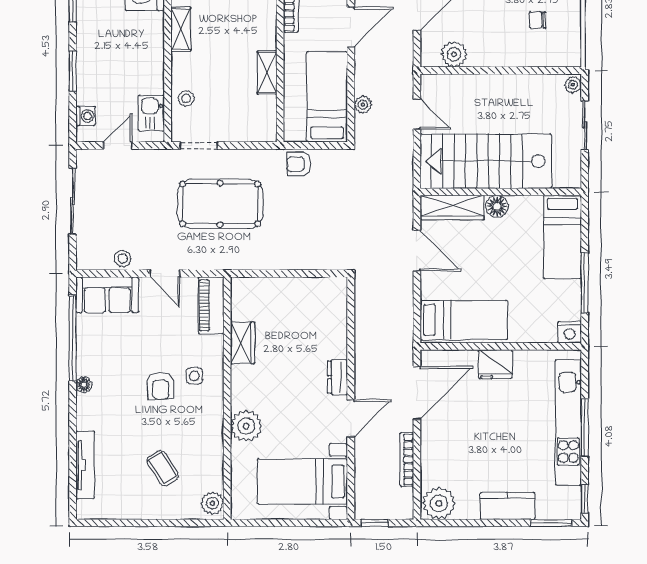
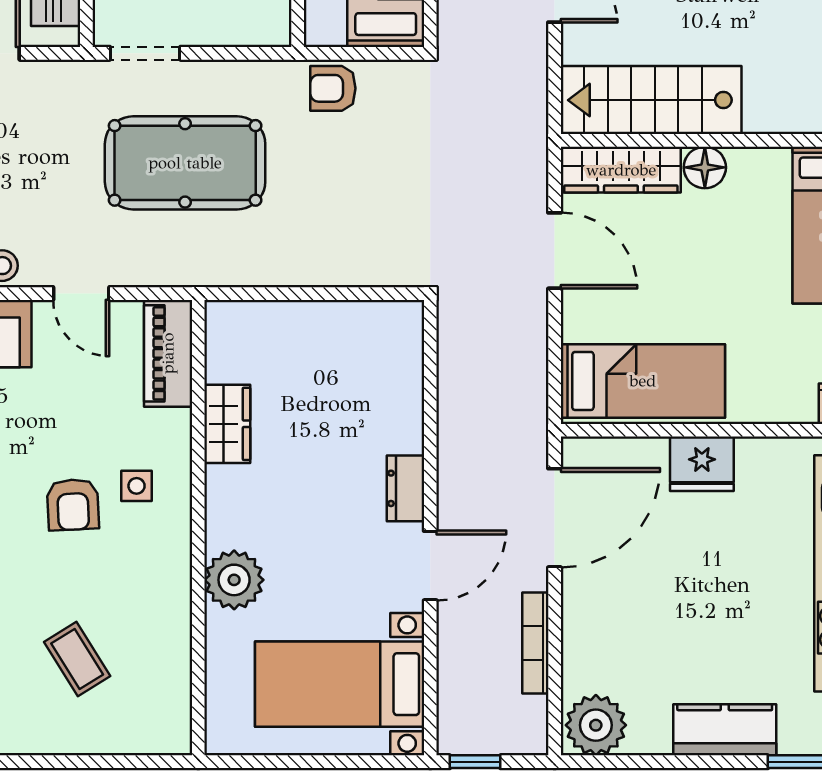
stairs: (486, 161) -> (651, 100), width x0.73, depth x0.66
plant: (212, 503) -> (171, 725), removed

